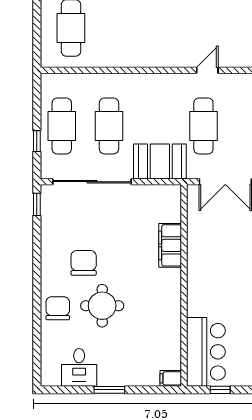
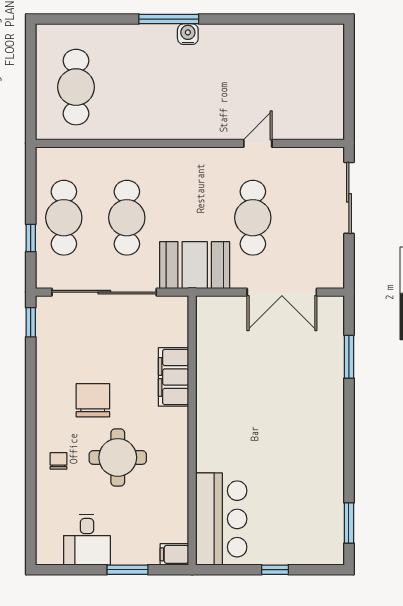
filing cabinet: (170, 245) -> (174, 377), moved
wall: (184, 285) -> (192, 430), moved
chair: (58, 308) -> (58, 461), width x0.54, depth x0.54
bar counter: (206, 352) -> (221, 519), moved
filing cabinet: (171, 378) -> (174, 554), moved

